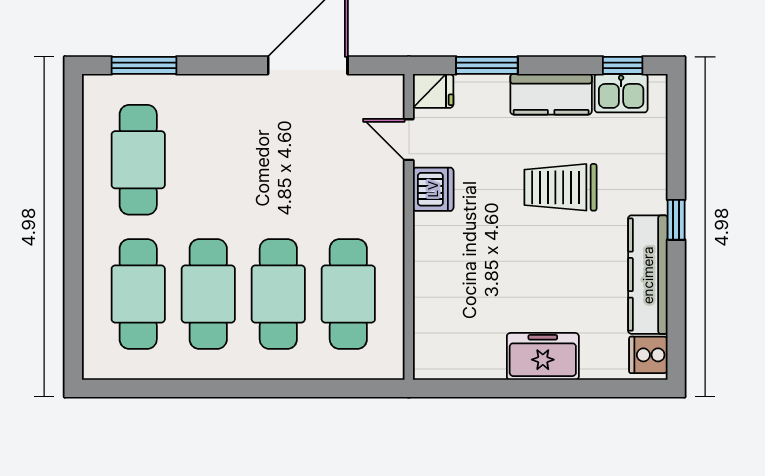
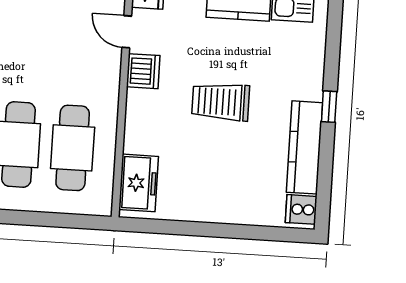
trolley: (560, 187) -> (221, 102), moved
freezer: (543, 356) -> (139, 183), moved, turned 90

